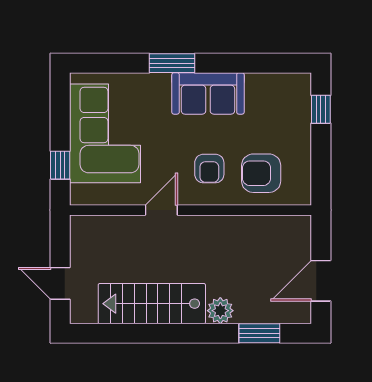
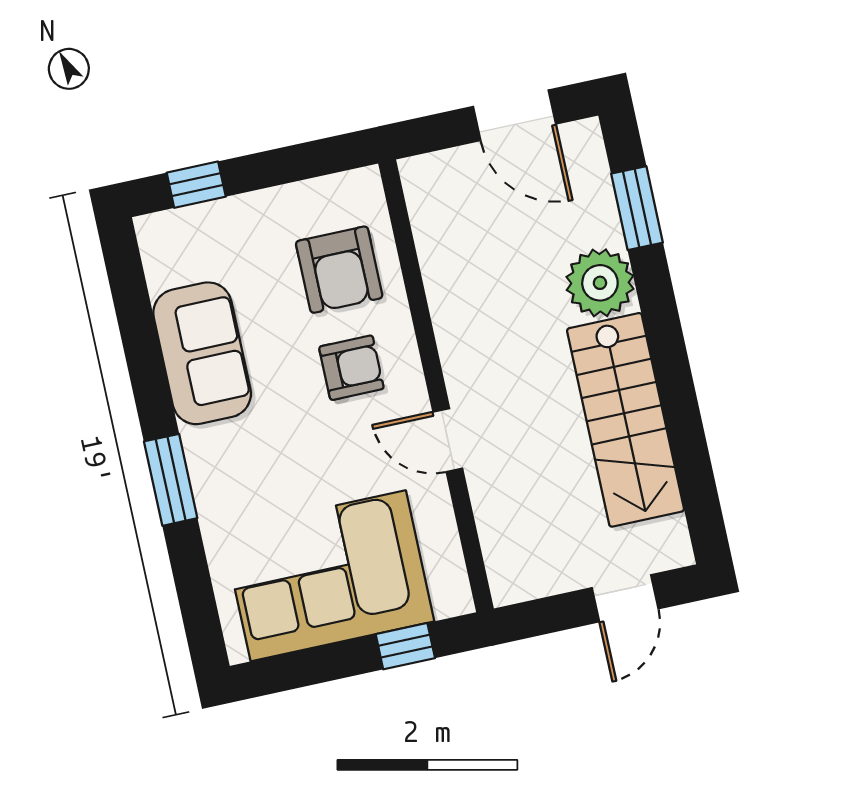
sofa: (208, 93) -> (202, 353), moved
plant: (220, 311) -> (600, 283), width x1.36, depth x1.36

